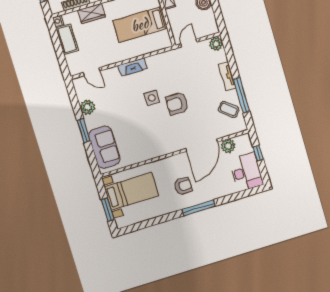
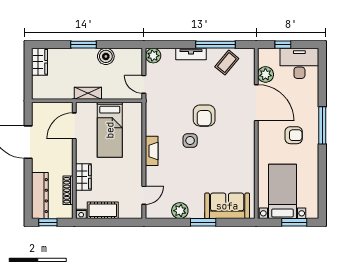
armchair: (183, 186) -> (294, 135), turned 90

